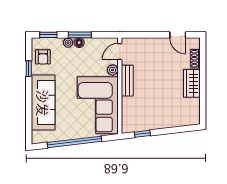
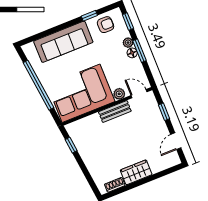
window: (146, 35) -> (164, 112), added
armchair: (43, 57) -> (106, 25), turned 180
shoe rack: (195, 59) -> (115, 185), moved

